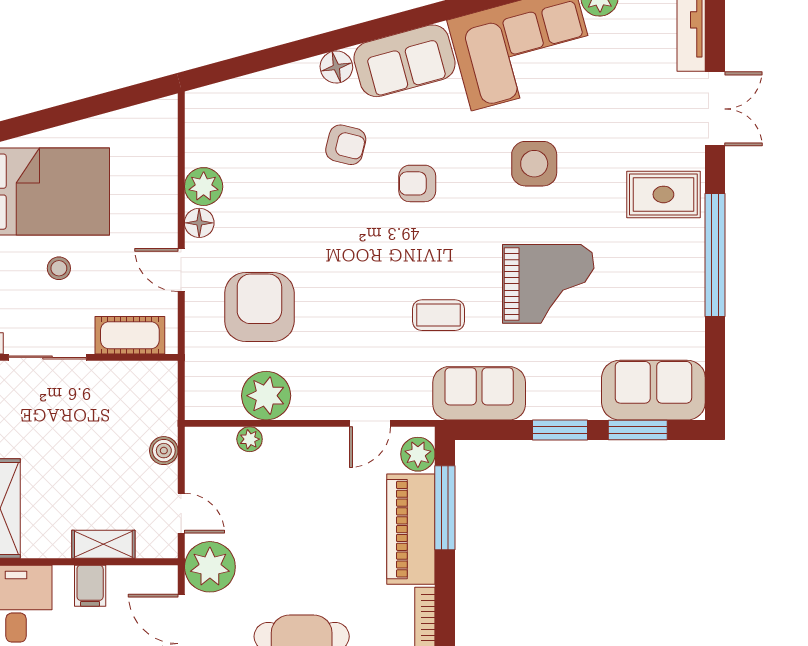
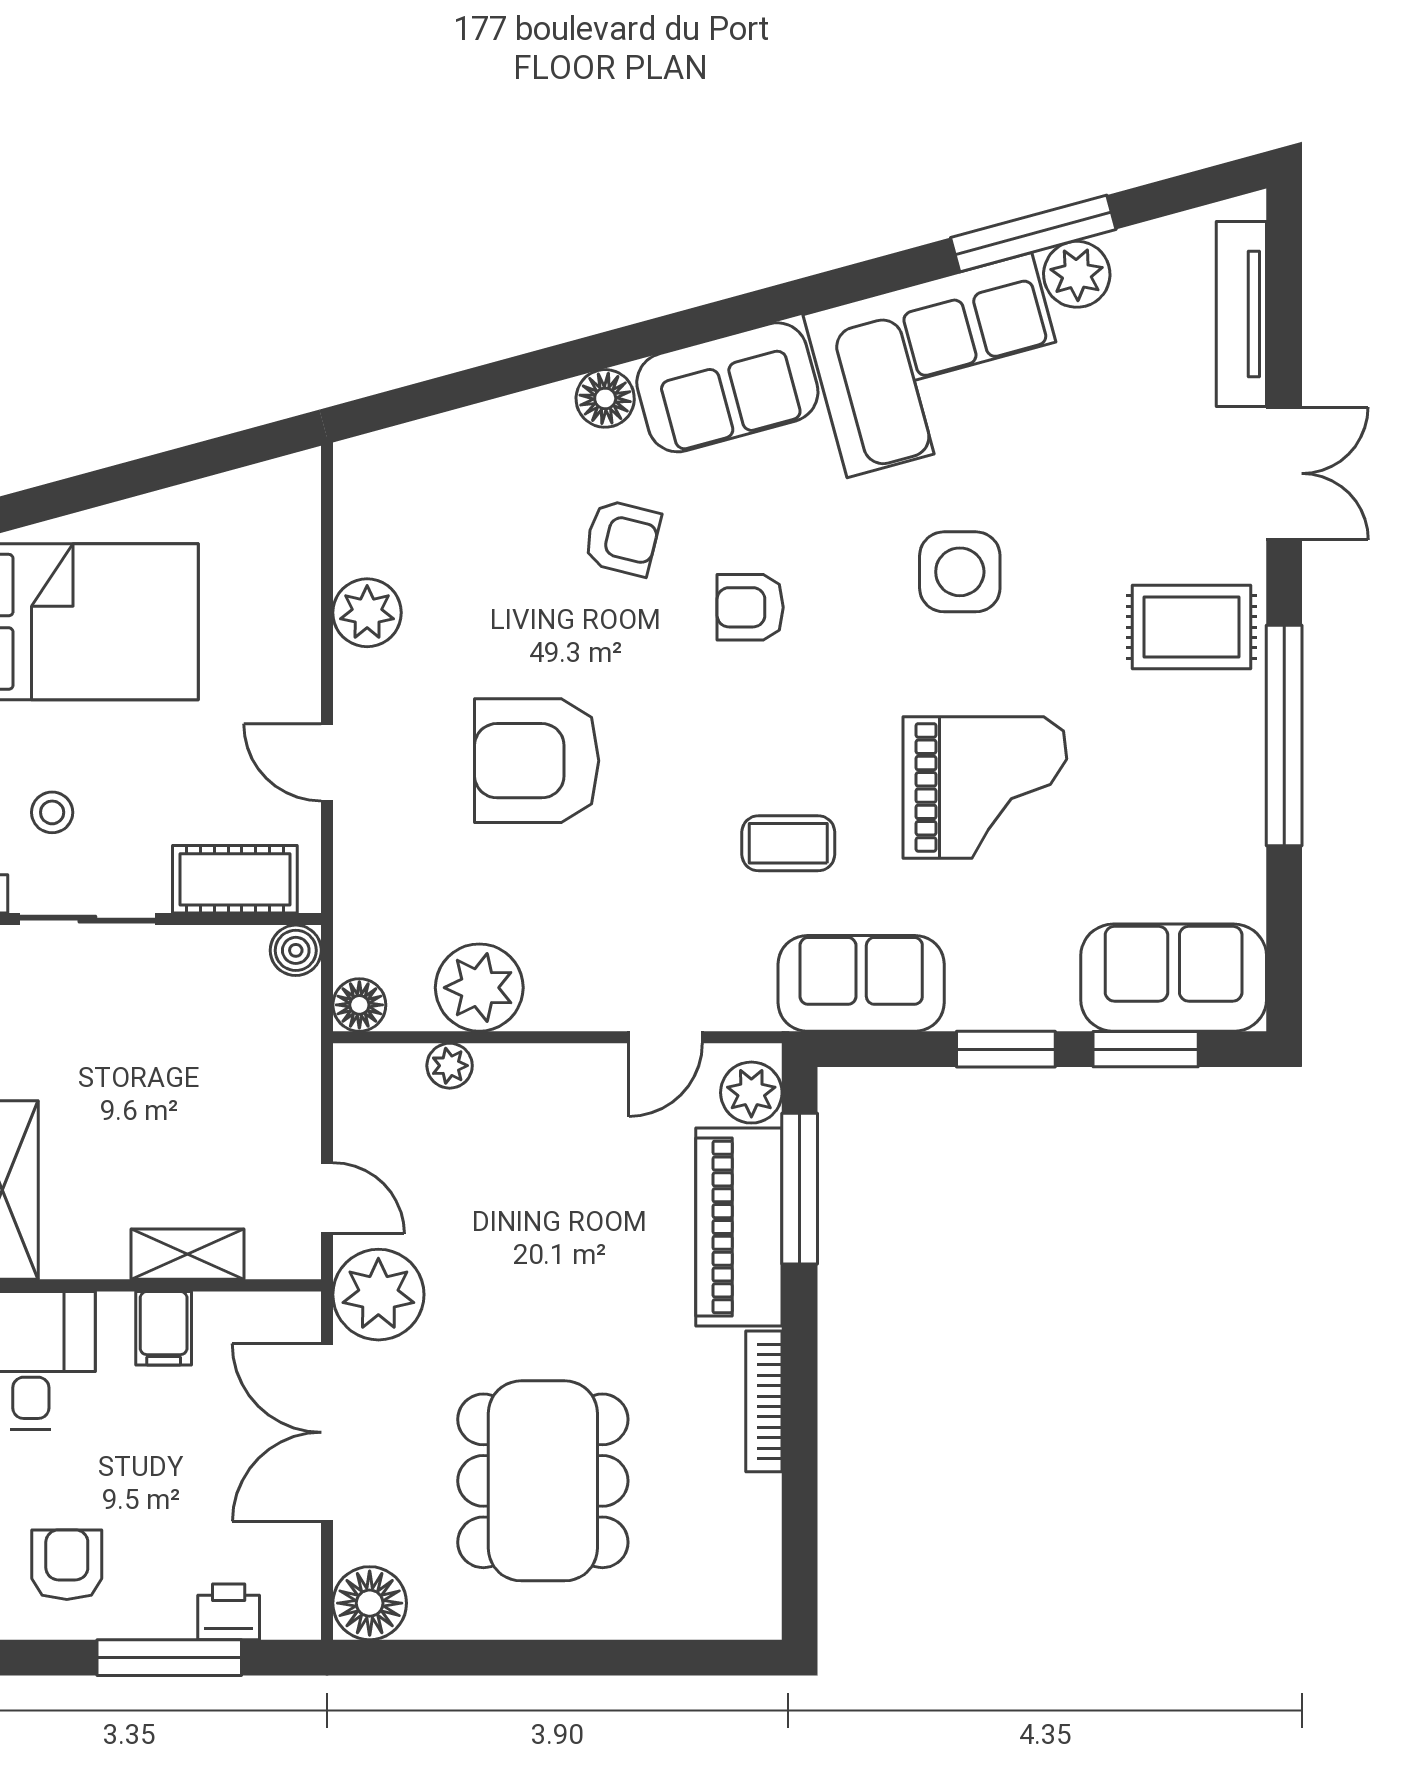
floor lamp: (199, 223) -> (359, 1005), moved
stool: (59, 268) -> (52, 812), moved
armchair: (259, 307) -> (537, 761), moved, turned -90
boiler: (164, 451) -> (296, 950), moved

